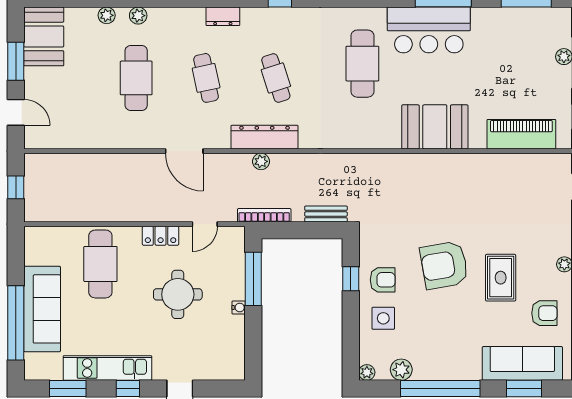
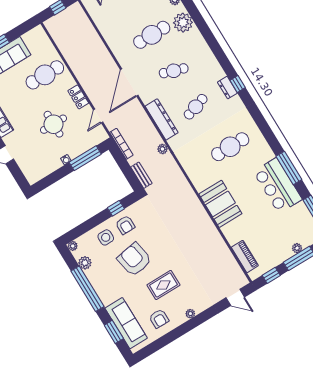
plant: (138, 16) -> (183, 23), width x1.87, depth x1.87
dresser: (223, 16) -> (227, 88), moved
bar counter: (429, 30) -> (278, 186), moved
cafe table: (206, 78) -> (174, 71), turned 30
piano: (521, 134) -> (245, 256), width x0.73, depth x0.75
door: (184, 151) -> (129, 83), width x1.36
plant: (261, 161) -> (162, 149), moved
door: (205, 224) -> (98, 116), hinge flipped
armchair: (444, 265) -> (134, 259), moved

